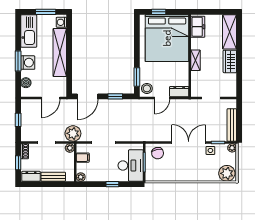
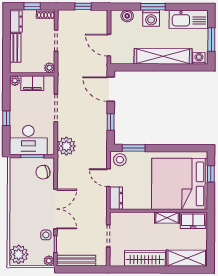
shelving: (196, 60) -> (167, 218), moved
wardrobe: (230, 61) -> (145, 258), width x1.50
plant: (73, 133) -> (66, 146), moved
filing cabinet: (83, 158) -> (32, 83), width x2.00

